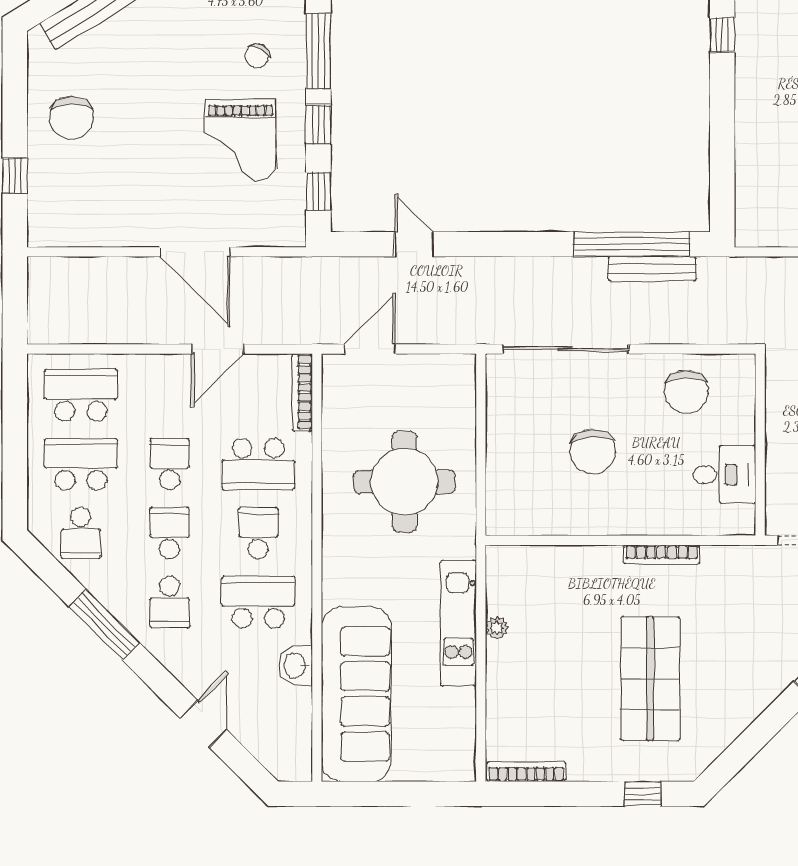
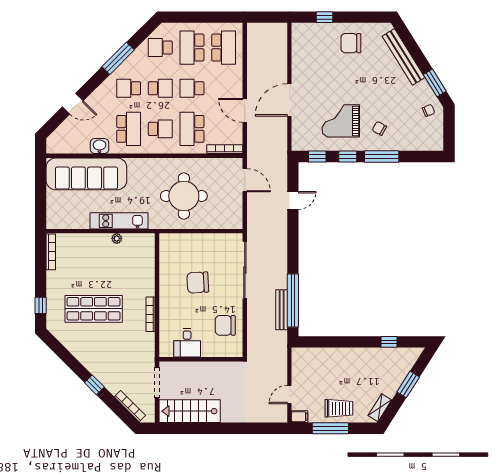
school desk: (81, 464) -> (192, 48), turned 180
school desk: (170, 464) -> (192, 88), turned 180

